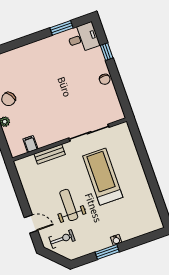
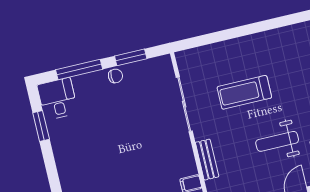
window: (107, 52) -> (79, 70), width x2.17
window: (120, 89) -> (131, 57), added
treadmill: (103, 177) -> (244, 92), width x0.73, depth x0.73

